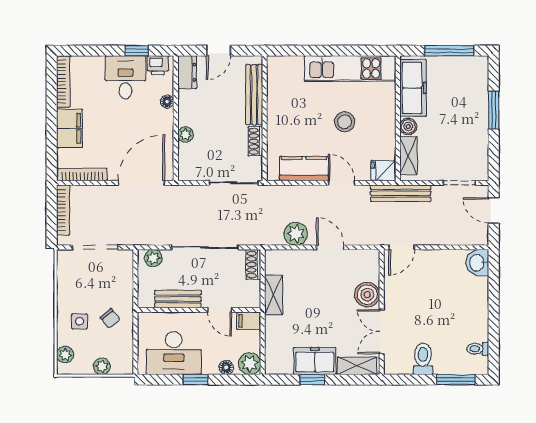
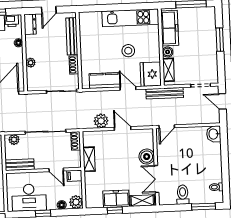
fridge: (383, 170) -> (151, 74), width x1.88, depth x1.34
bench: (178, 299) -> (20, 165), moved

